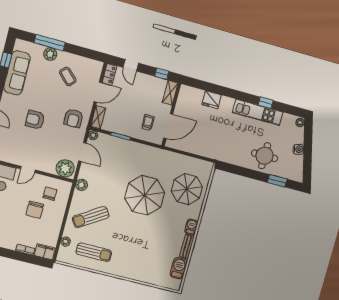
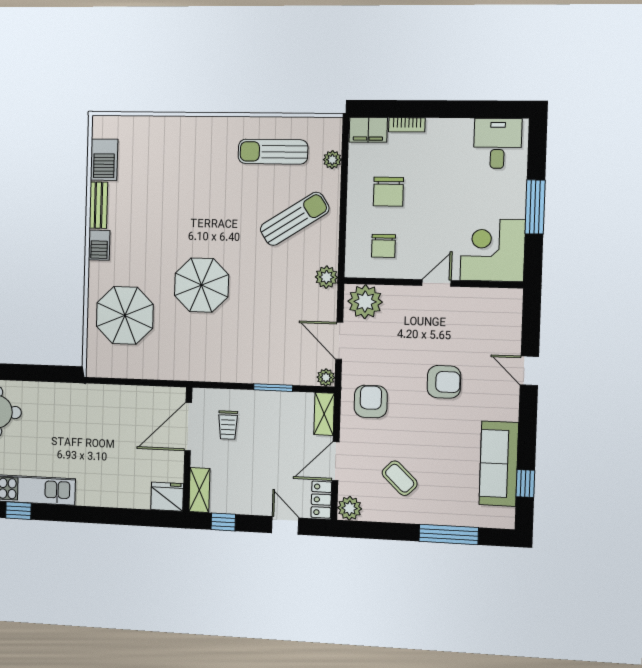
plant: (50, 54) -> (350, 508), moved
fridge: (212, 100) -> (167, 497), moved
parasol: (145, 195) -> (201, 285), width x0.73, depth x0.73
chair: (35, 210) -> (388, 192), moved, turned 180

